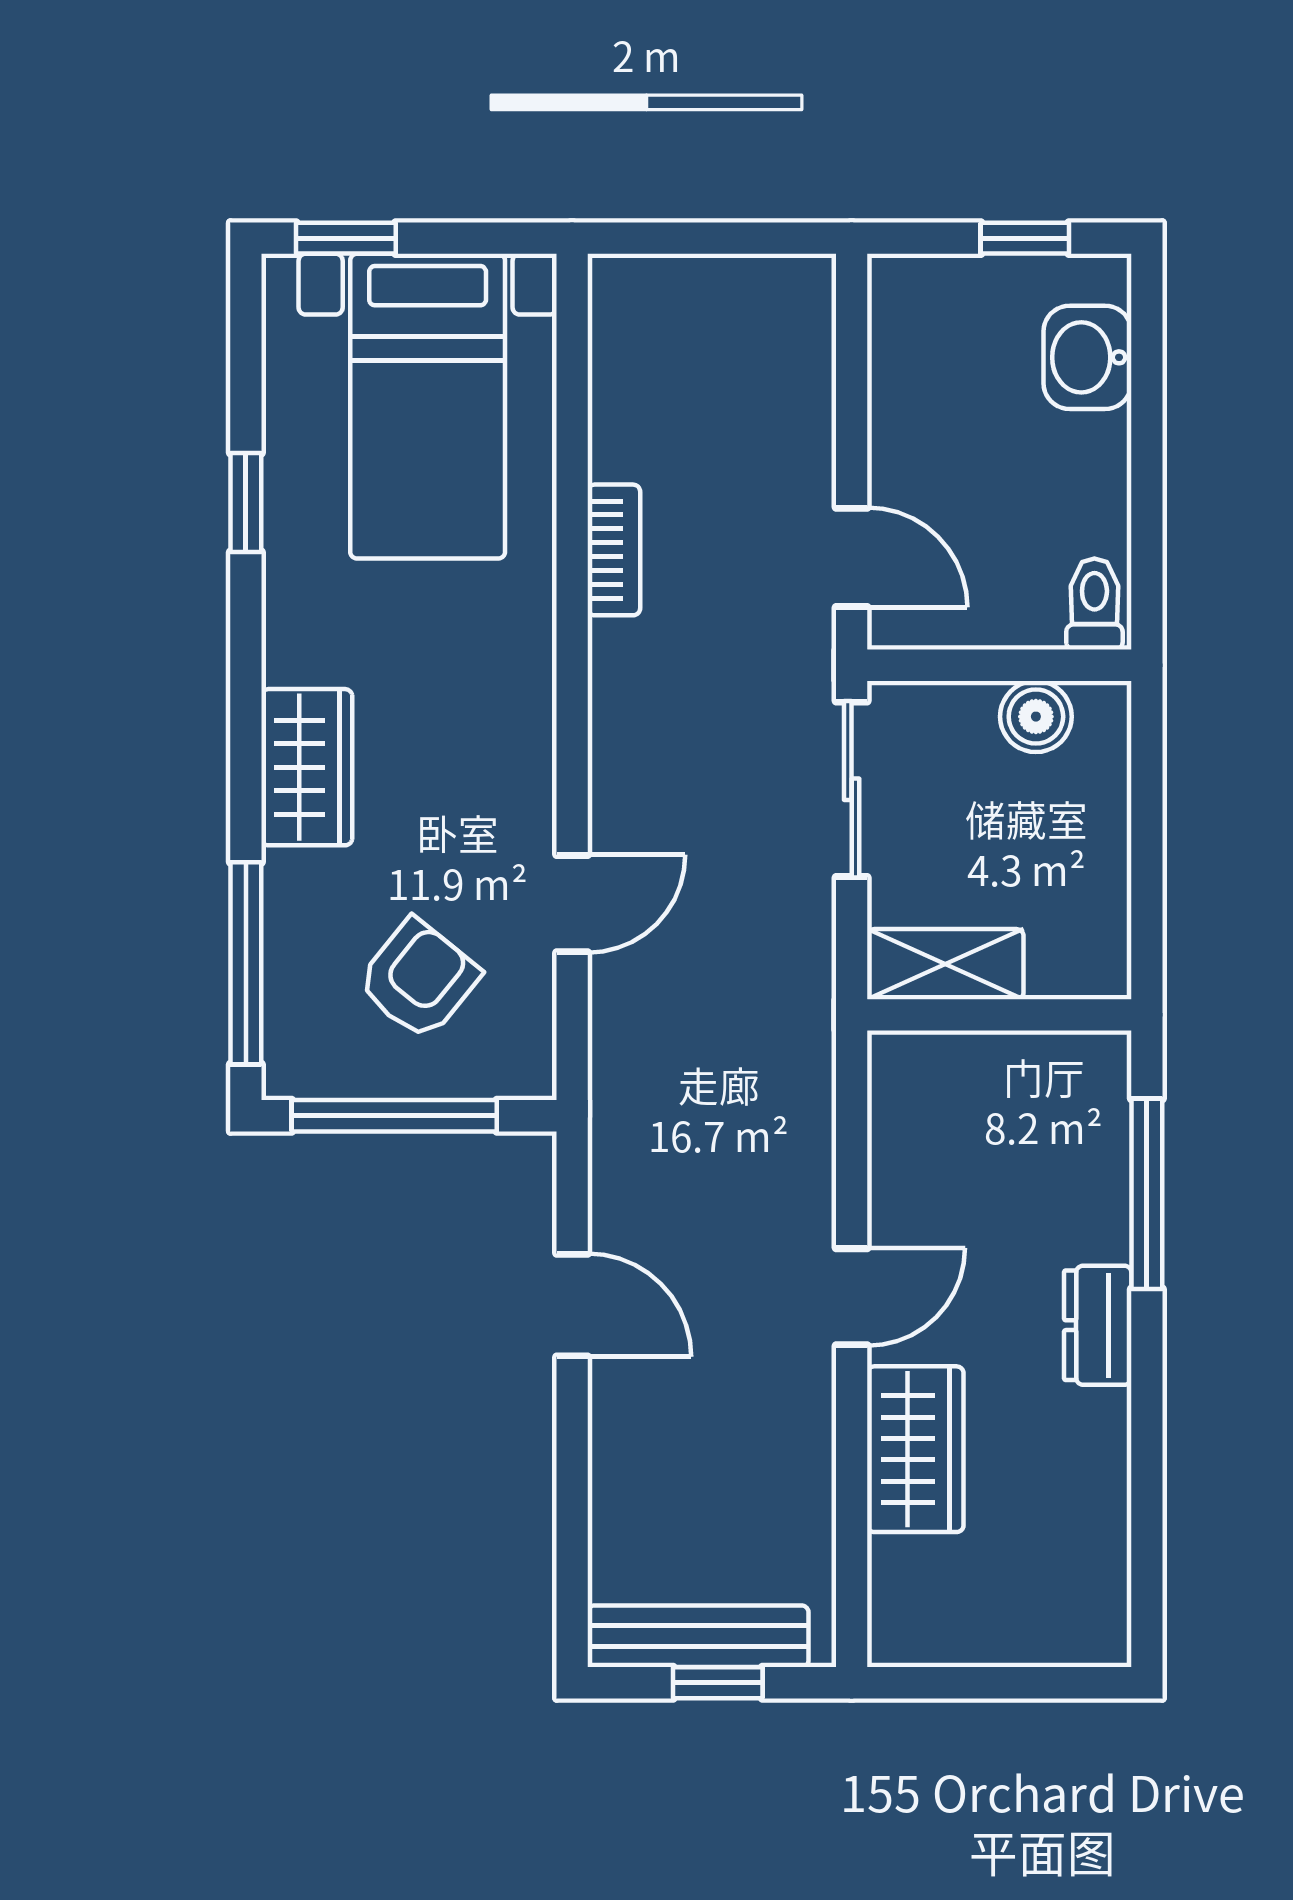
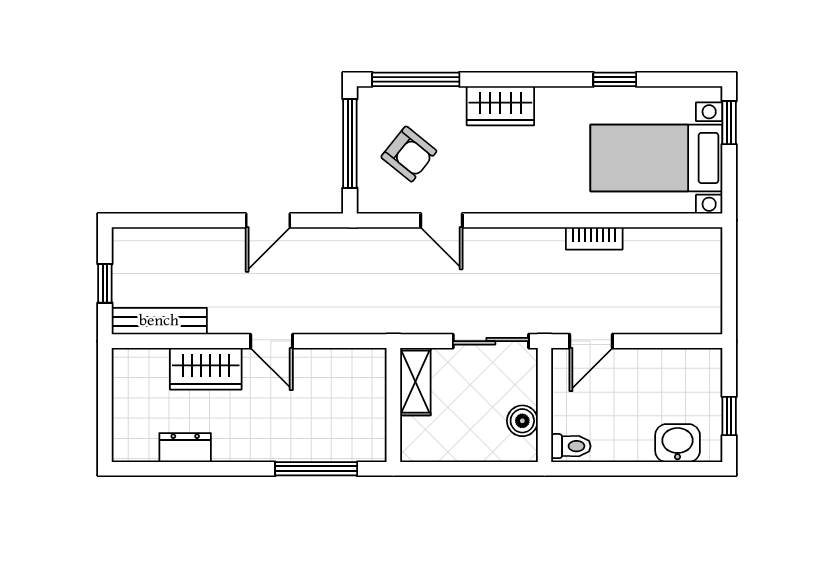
dresser: (1098, 1325) -> (185, 448), moved
bench: (698, 1636) -> (159, 321), moved, turned 90

